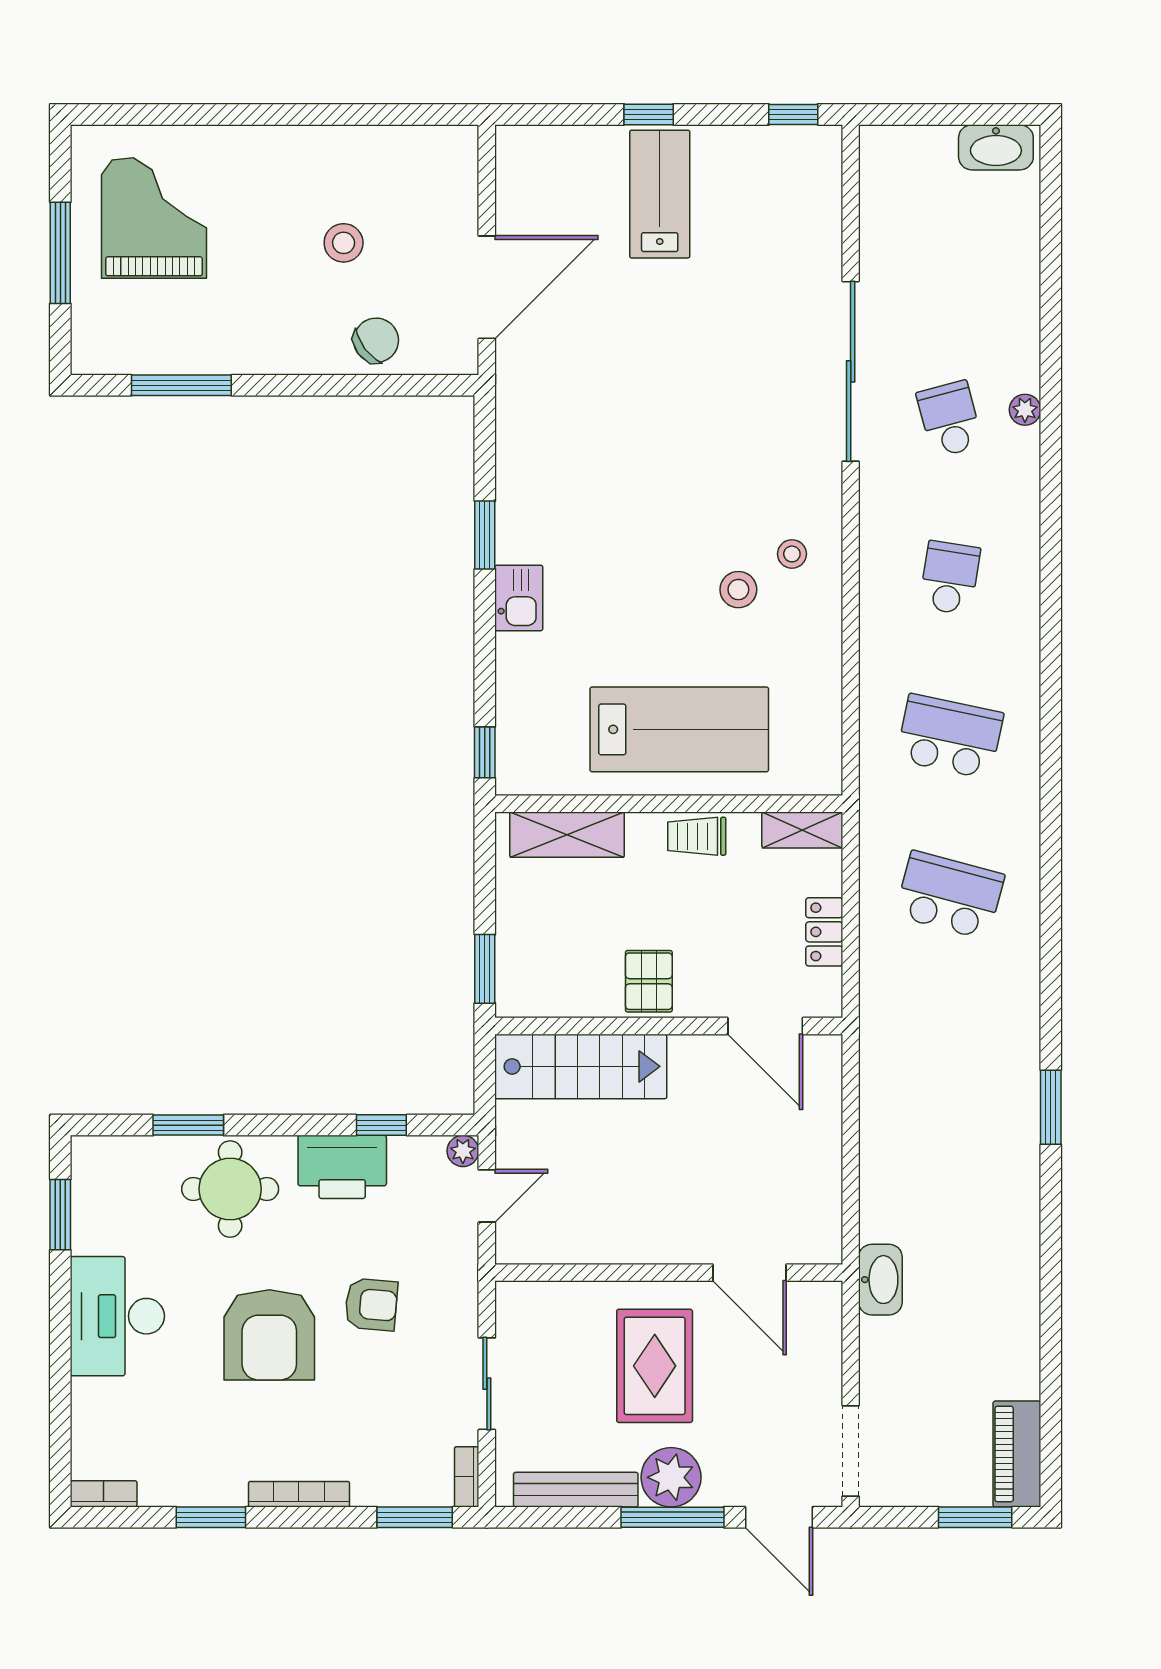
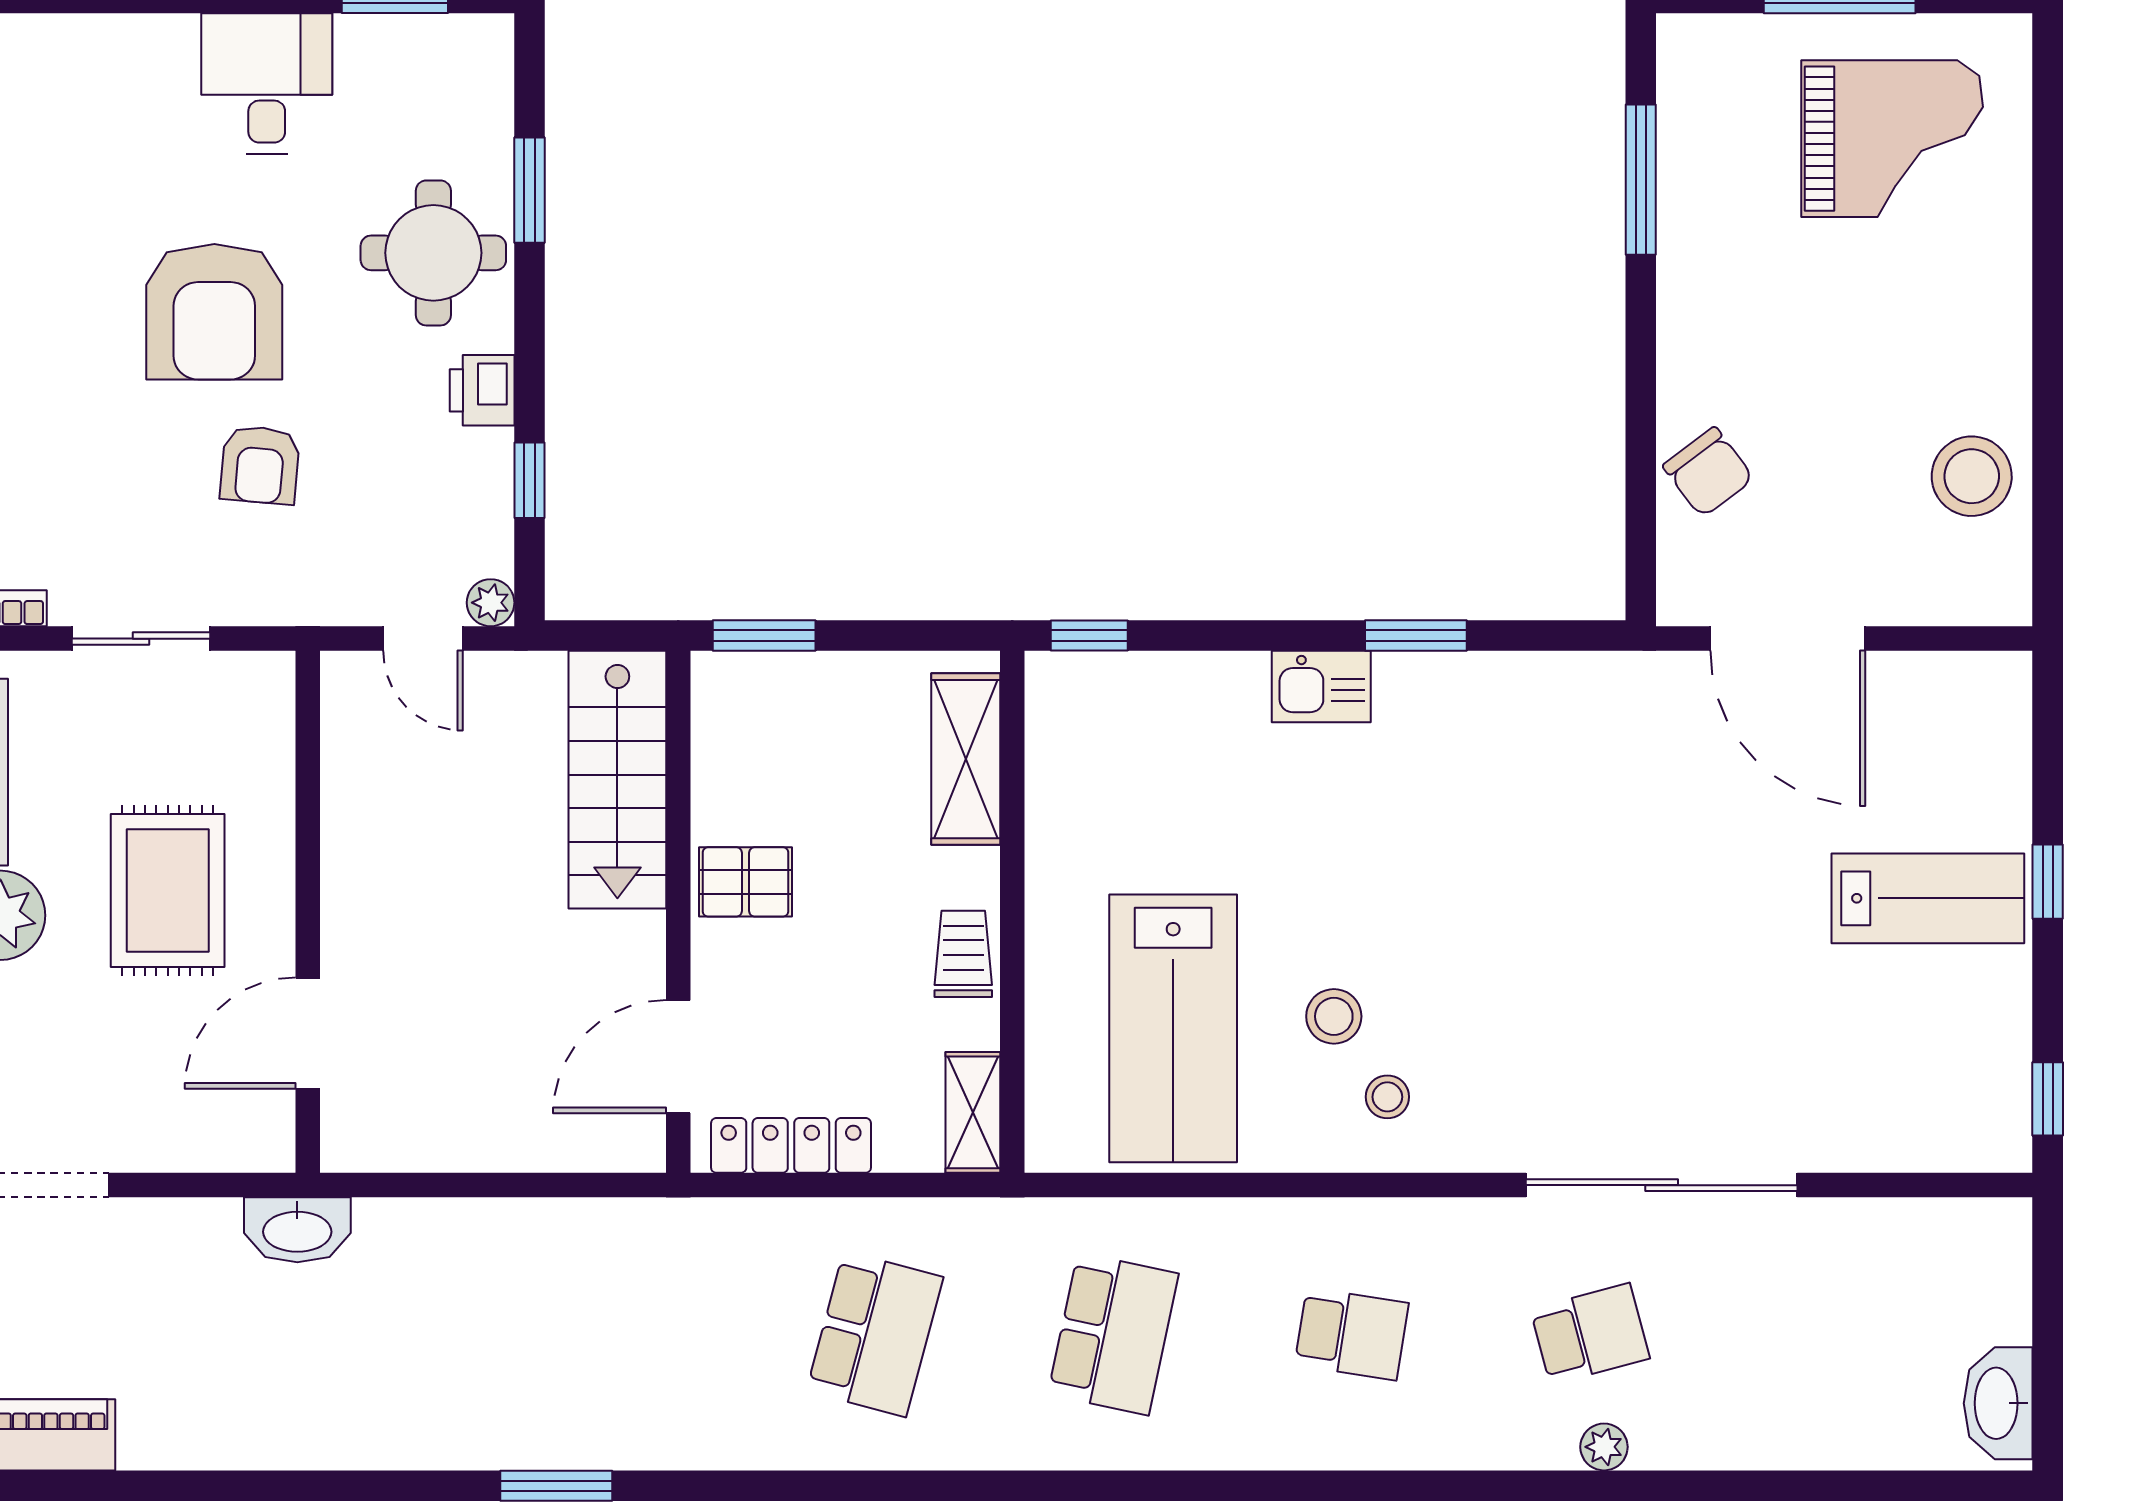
stool: (344, 243) -> (1972, 476), moved, width x1.38, depth x1.38
lab bench: (679, 729) -> (1173, 1028), moved
locker: (824, 932) -> (791, 1145), width x1.53
printer: (342, 1167) -> (482, 390), width x0.53, depth x0.68
desk: (117, 1316) -> (267, 84), width x0.73
armchair: (269, 1335) -> (214, 312), turned -90
rug: (655, 1366) -> (168, 891), turned 90

